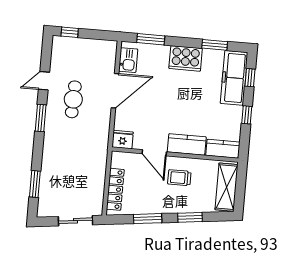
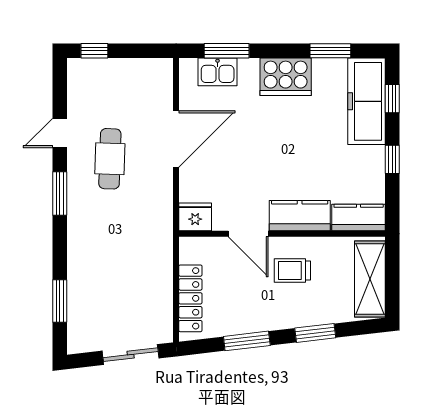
kitchen sink: (128, 60) -> (218, 72), moved, turned 90

